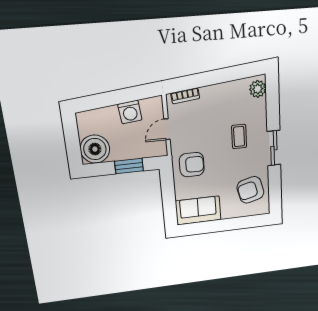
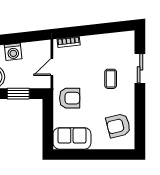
plant: (258, 89) -> (128, 42), removed
washing machine: (130, 112) -> (13, 52), moved
sliding door: (274, 148) -> (140, 68), moved

